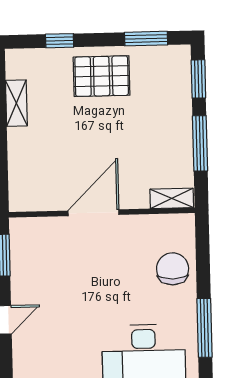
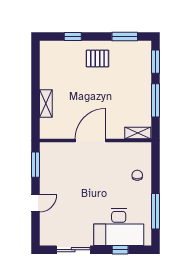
pallet: (102, 76) -> (97, 58), width x0.67, depth x0.71
shelving: (16, 103) -> (46, 104), moved
chair: (173, 269) -> (137, 175), width x0.54, depth x0.54

